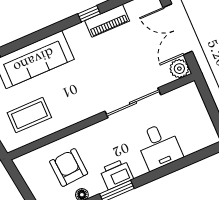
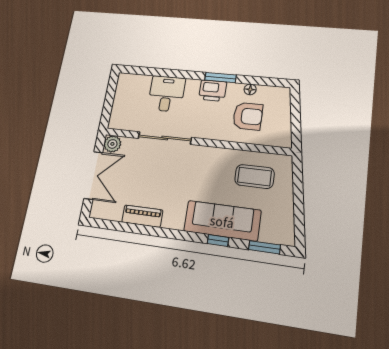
window: (89, 14) -> (218, 241), moved
armchair: (69, 167) -> (248, 116), turned -86

